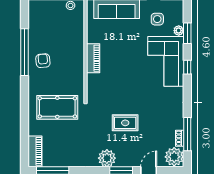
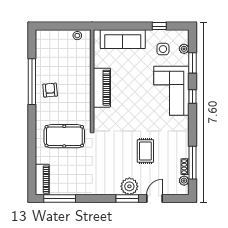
plant: (179, 31) -> (184, 49), moved
piano: (93, 58) -> (102, 88), width x1.37, depth x1.33
rug: (125, 123) -> (145, 151), moved, turned 90
plant: (174, 157) -> (184, 181), width x0.53, depth x0.53
plant: (107, 158) -> (129, 186), moved

